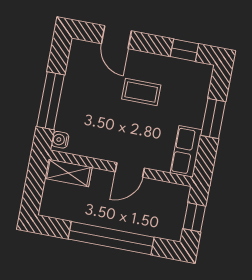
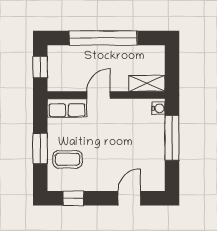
door: (116, 37) -> (129, 198), hinge flipped
coffee table: (141, 92) -> (68, 159), moved
row of seats: (186, 151) -> (67, 108), moved, turned 90

